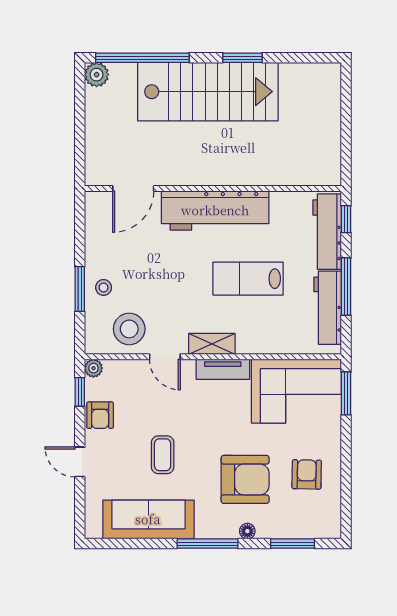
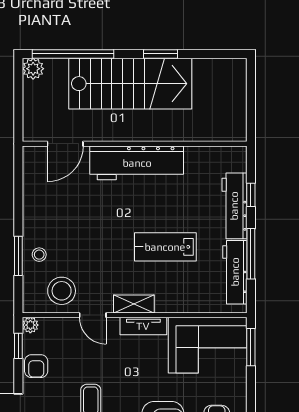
door: (133, 189) -> (65, 144), moved
wall: (213, 189) -> (135, 144), moved
workbench: (215, 210) -> (137, 163), moved

